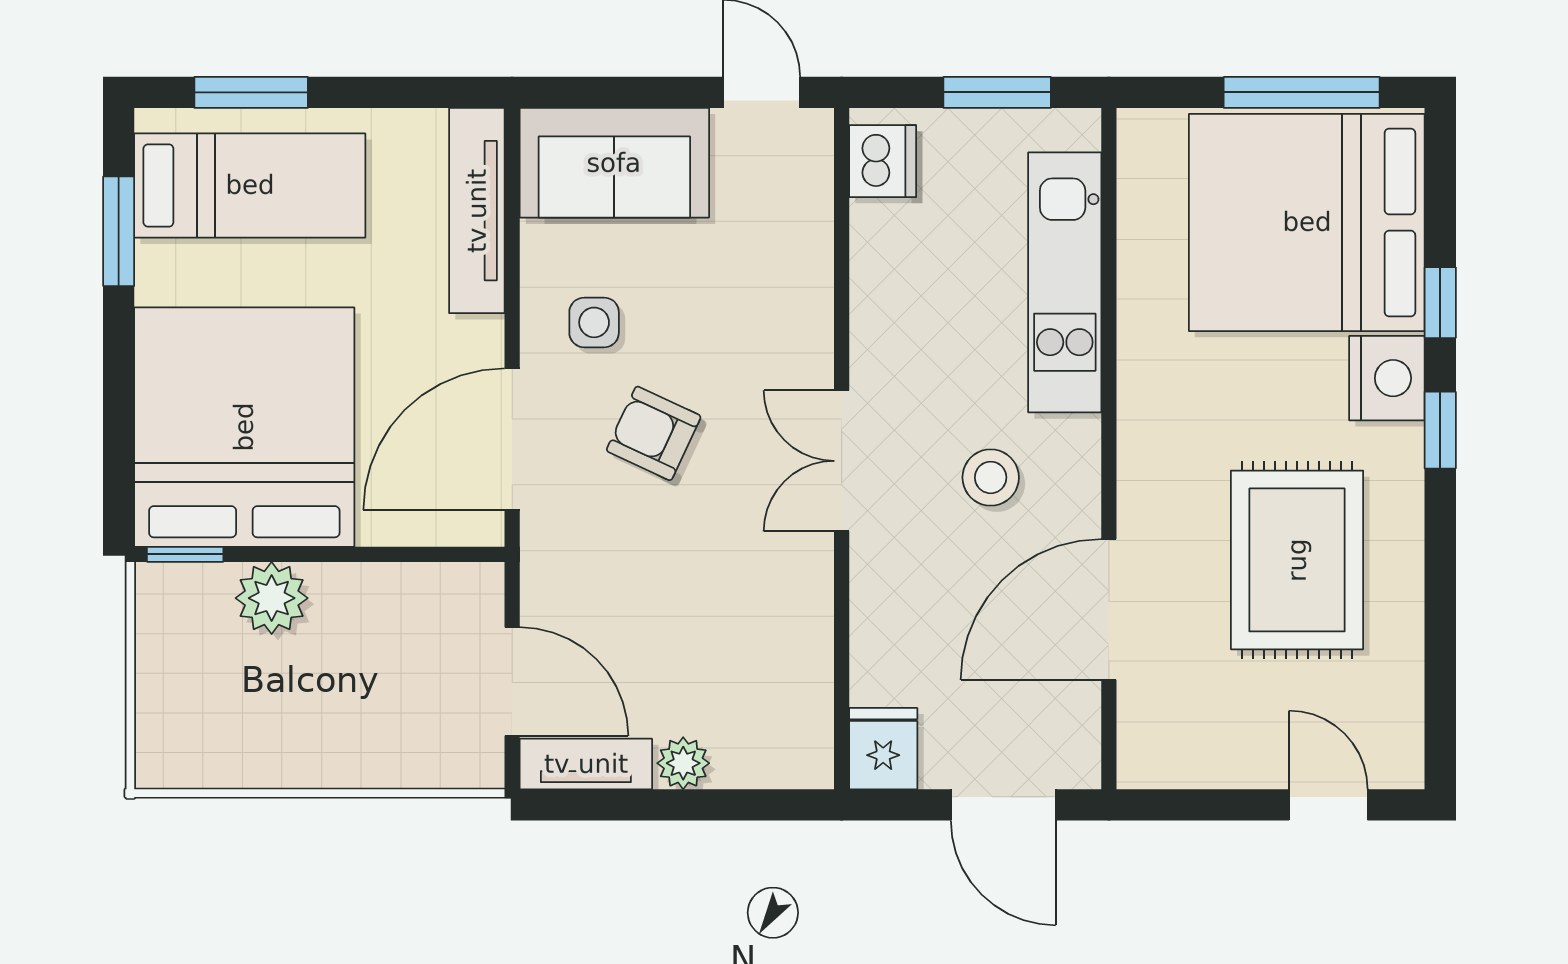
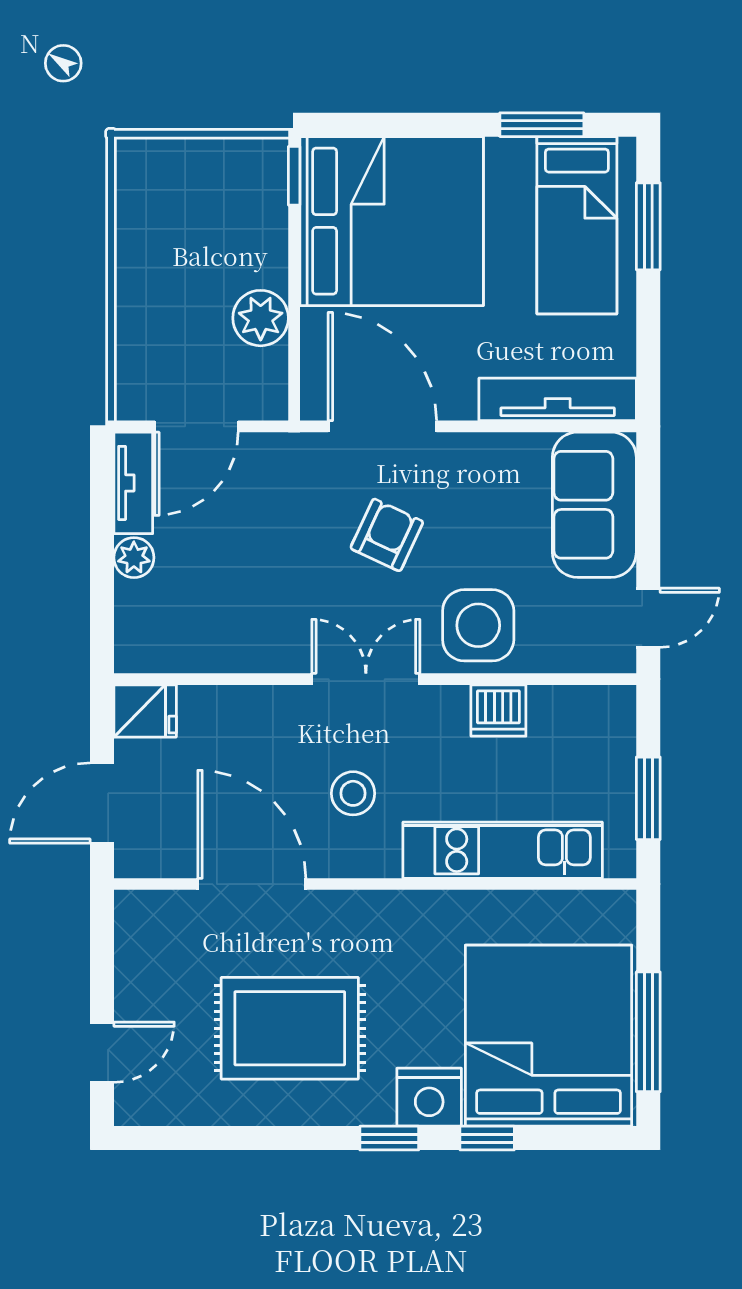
dishwasher: (883, 161) -> (498, 711), moved
side table: (594, 322) -> (478, 625), moved, width x1.87, depth x1.87
plant: (272, 598) -> (261, 318), moved

